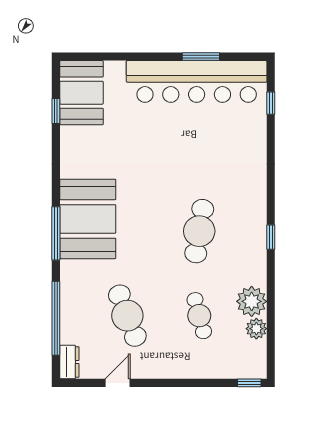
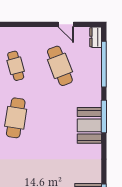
booth: (88, 219) -> (89, 125), width x0.73, depth x0.70
door: (118, 383) -> (66, 24), hinge flipped

